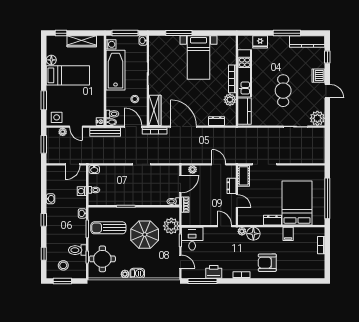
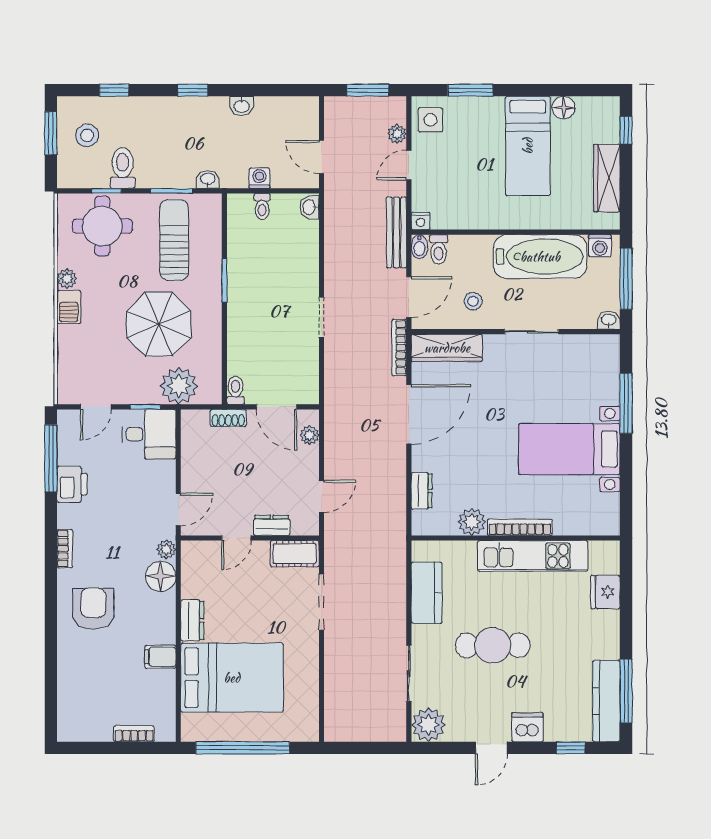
window: (287, 33) -> (626, 691), moved
kitchen counter: (244, 111) -> (427, 593), moved, turned -90

